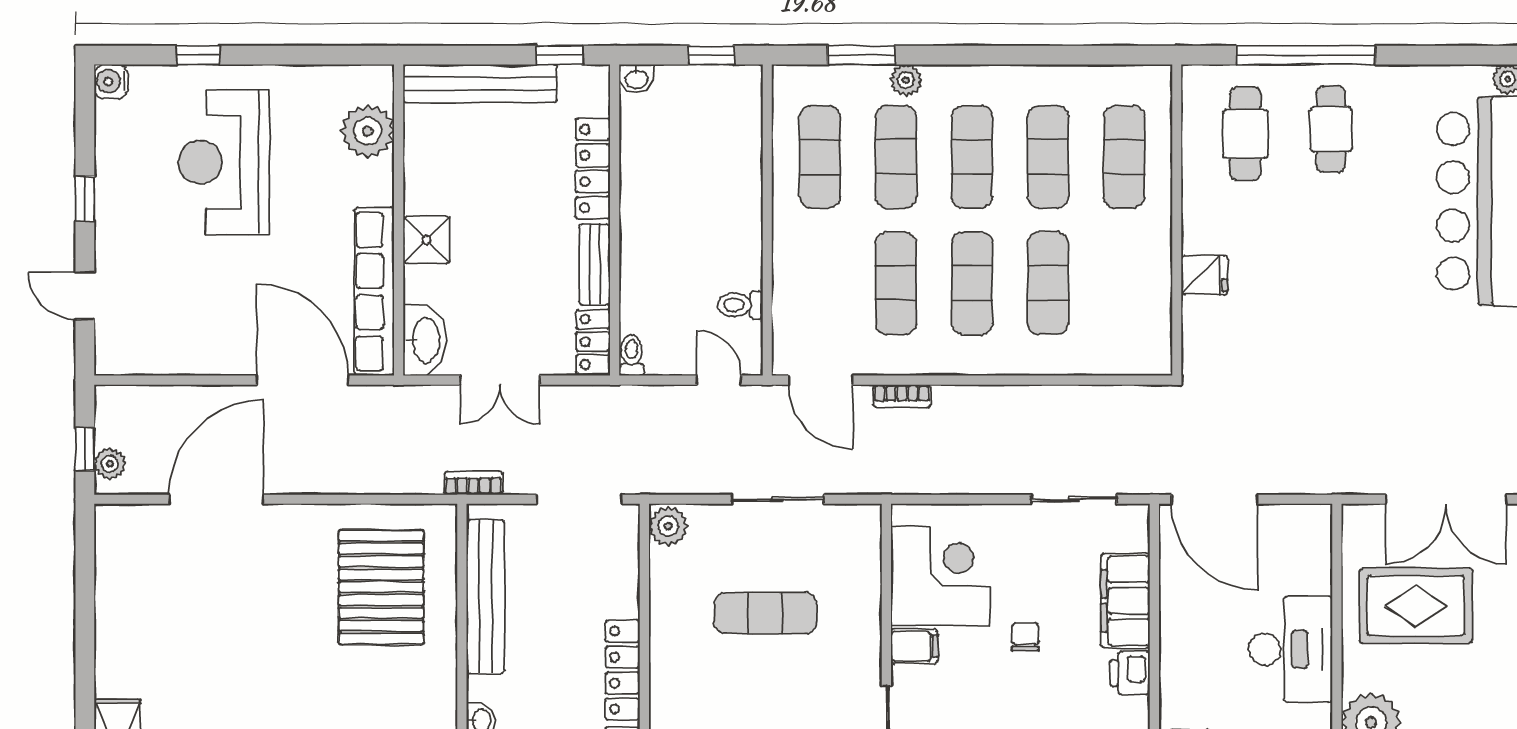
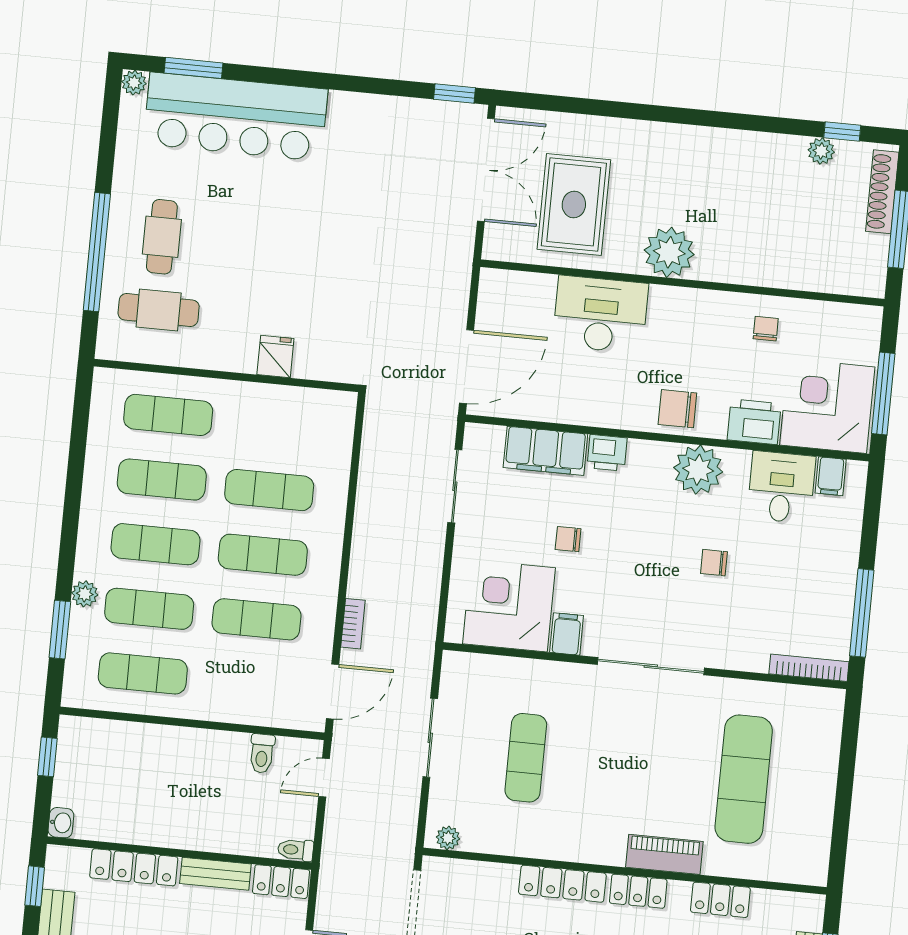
cafe table: (1331, 129) -> (162, 237), turned 90
plant: (668, 526) -> (448, 838), width x0.73, depth x0.73

